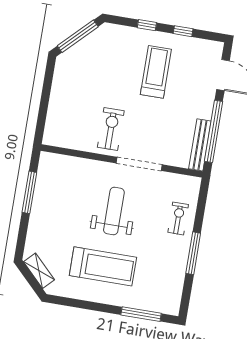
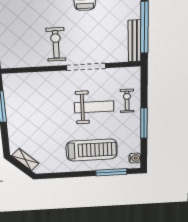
weight bench: (114, 211) -> (94, 107), moved, turned 90
treadmill: (103, 266) -> (92, 150), moved
water cooler: (174, 300) -> (135, 158), added

